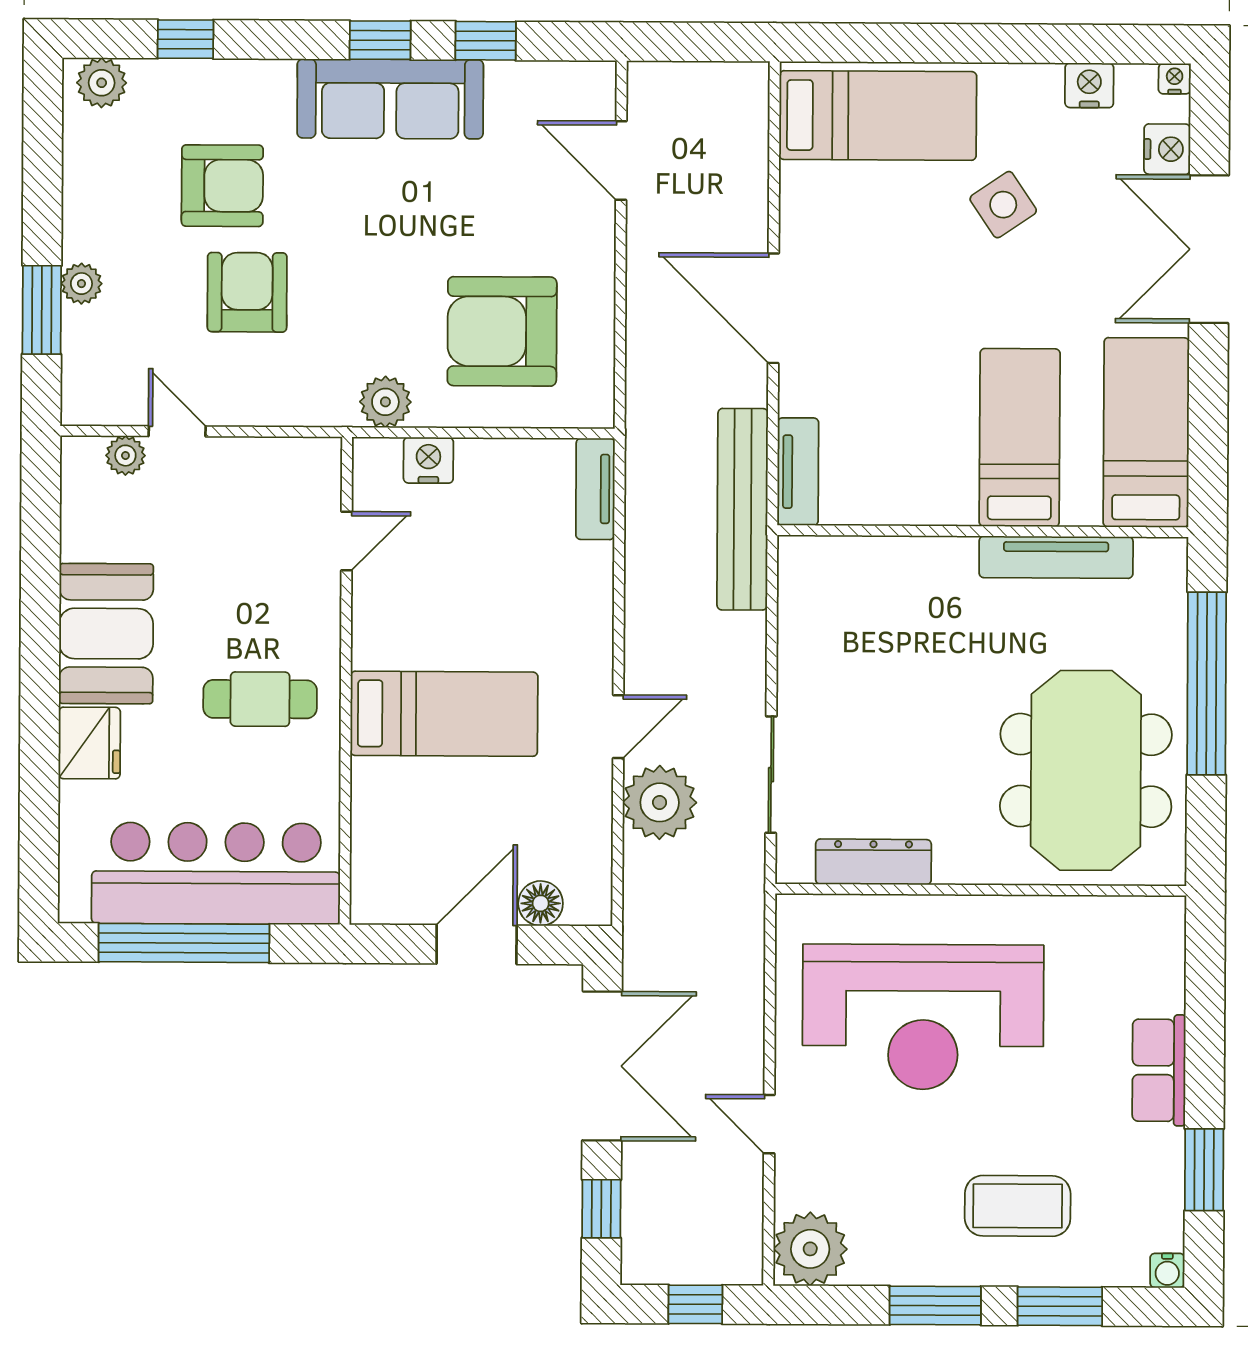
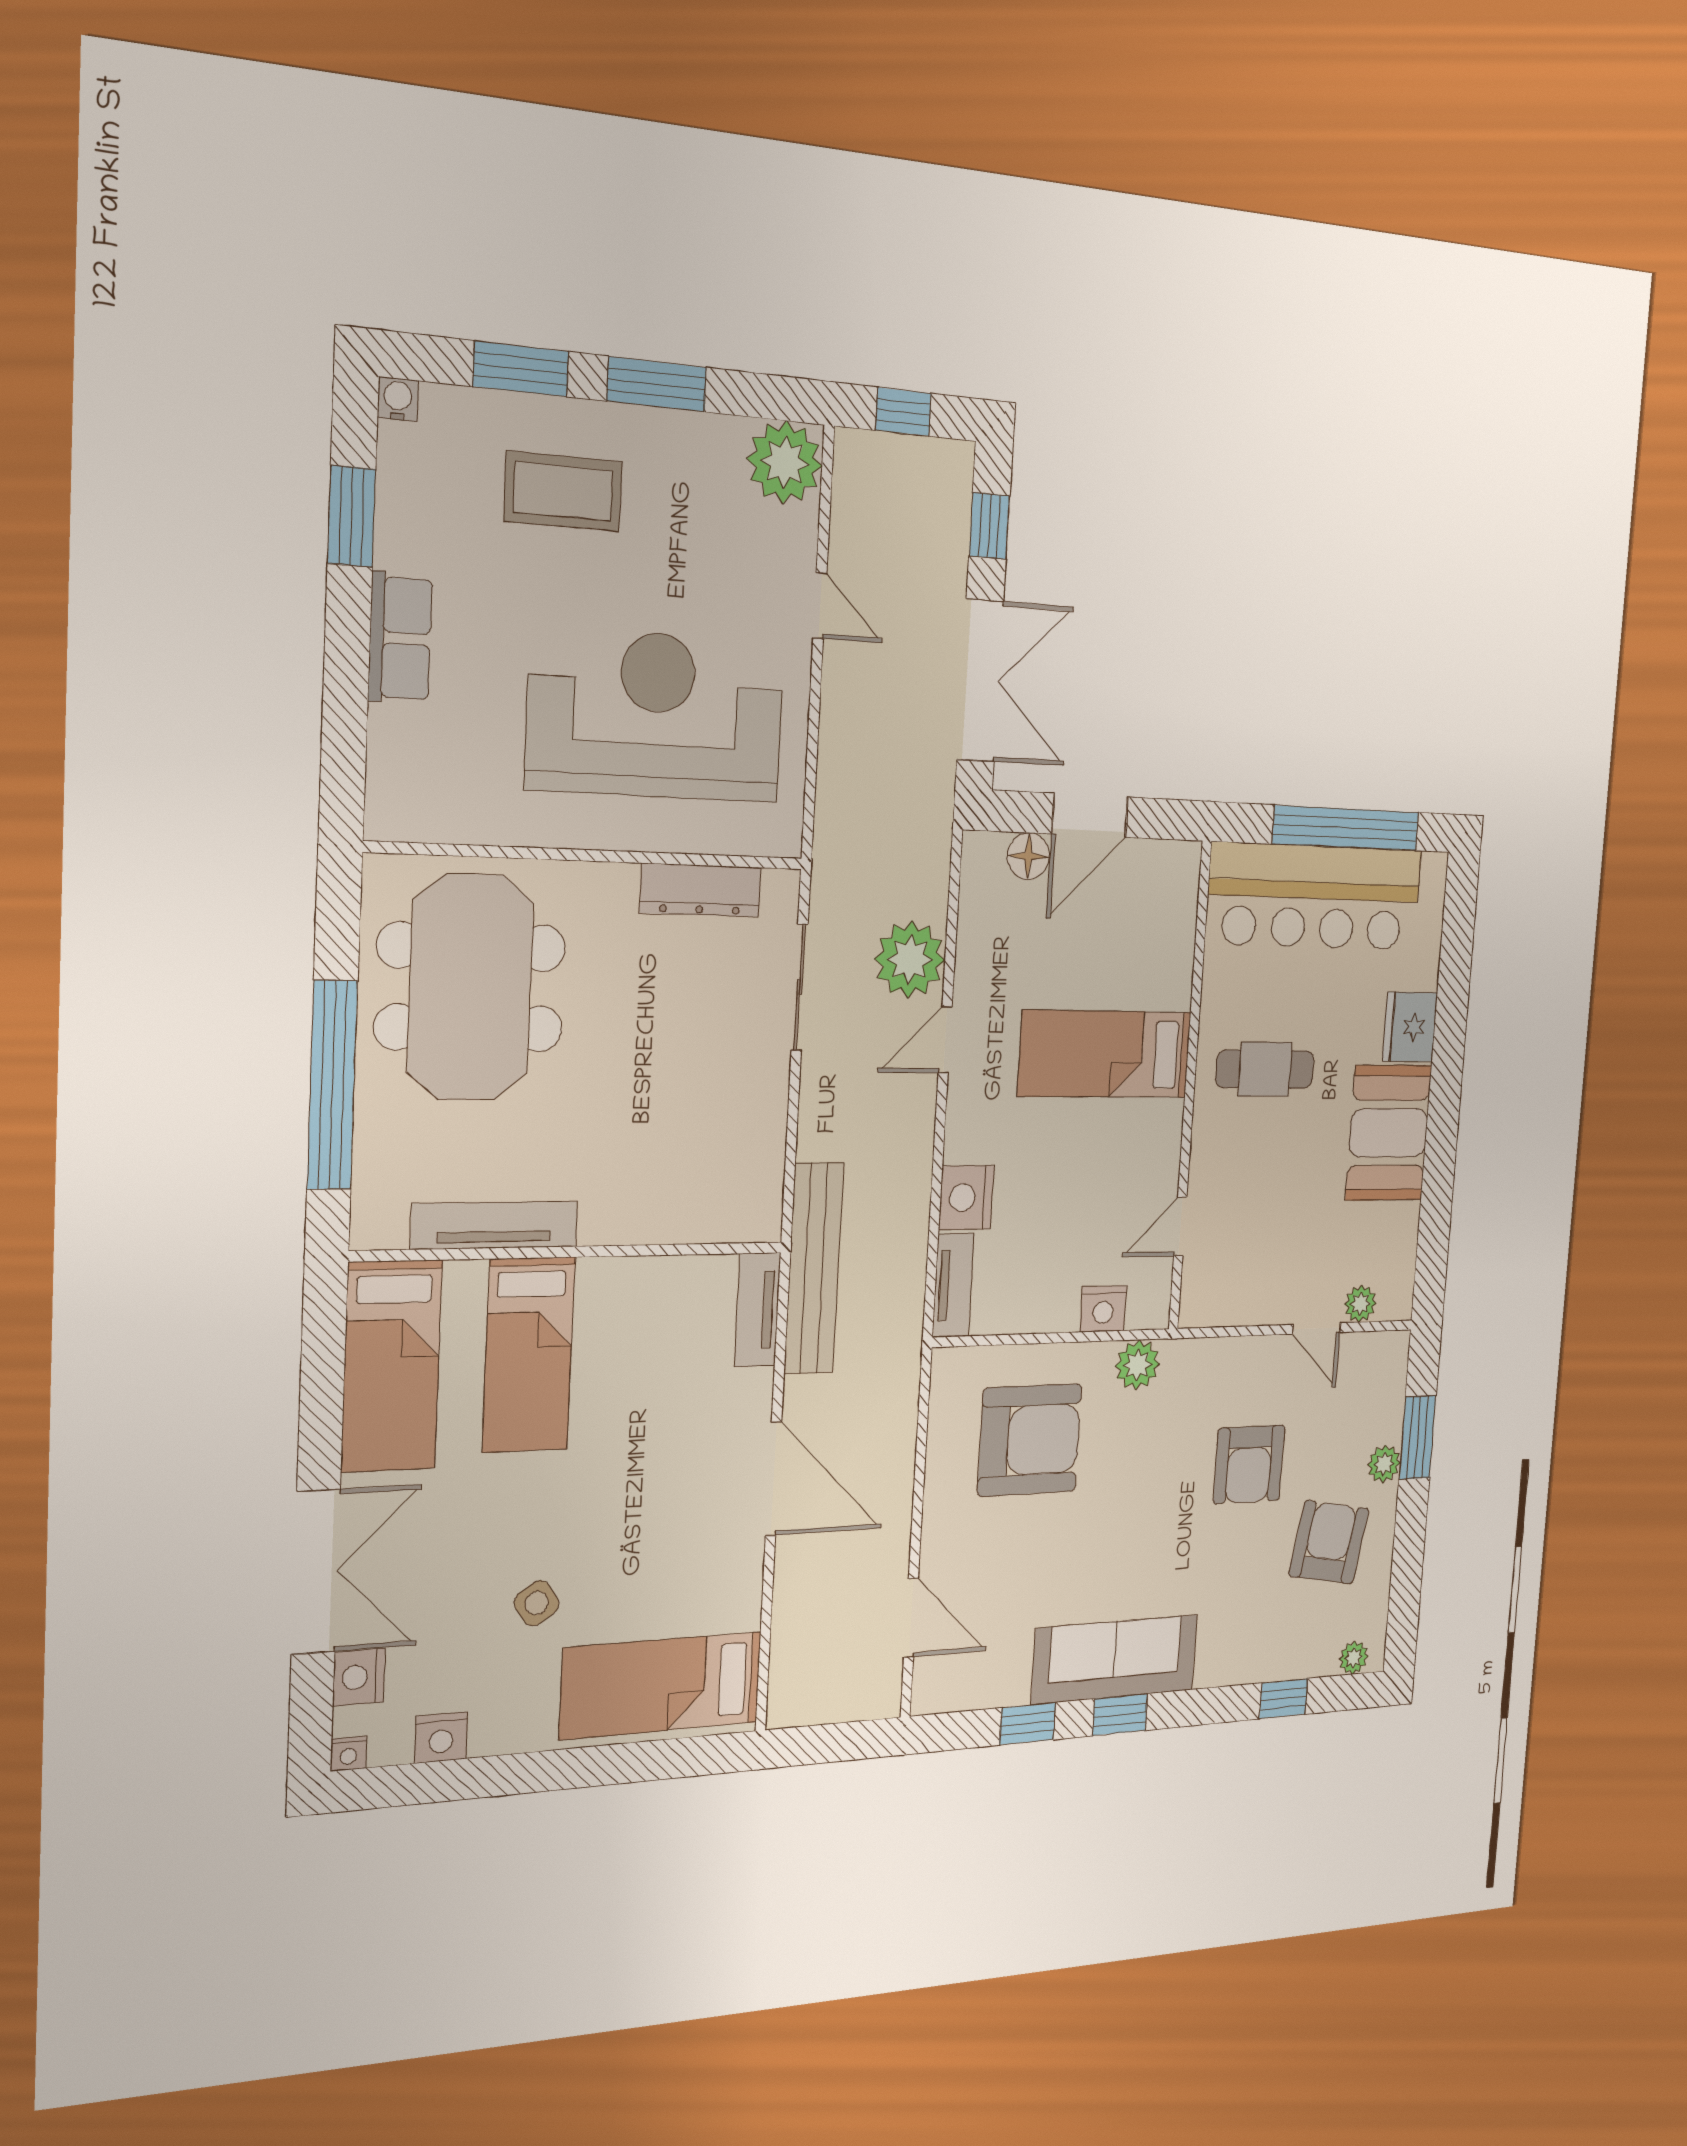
plant: (102, 83) -> (1354, 1658), width x0.73, depth x0.73
armchair: (222, 186) -> (1329, 1542), moved, turned 100
side table: (1003, 205) -> (537, 1603), width x0.73, depth x0.73
nightstand: (586, 574) -> (966, 1197), added
double door: (602, 1066) -> (980, 680), swing flipped

